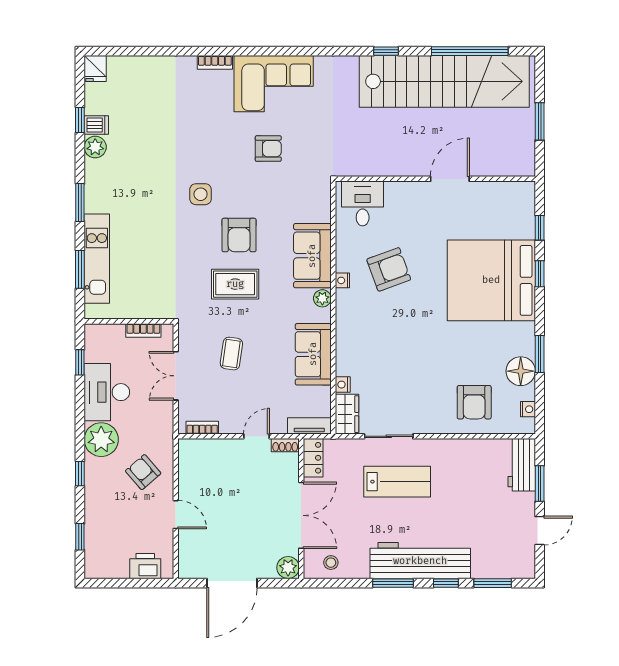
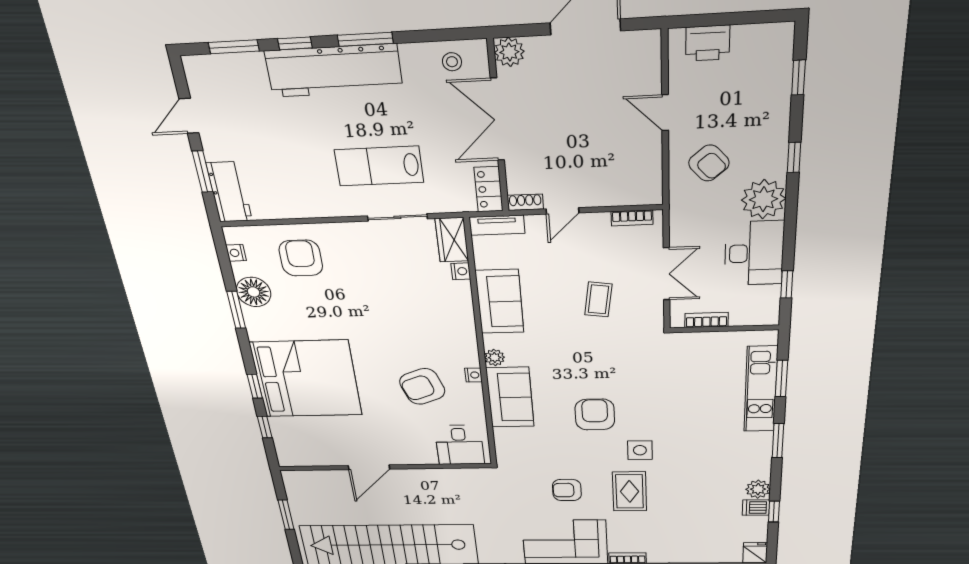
rug: (235, 284) -> (629, 491), moved, turned 90

